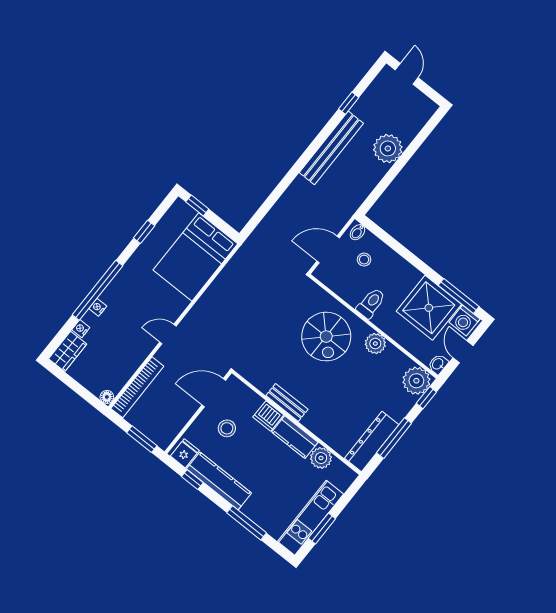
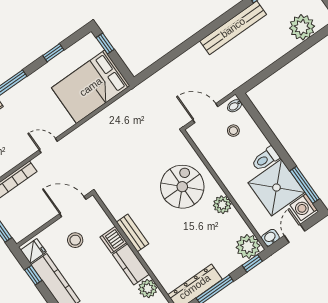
plant: (388, 148) -> (302, 27), moved
toilet: (371, 303) -> (265, 159), moved, turned 180
spiral stairs: (326, 337) -> (182, 187), turned 180

